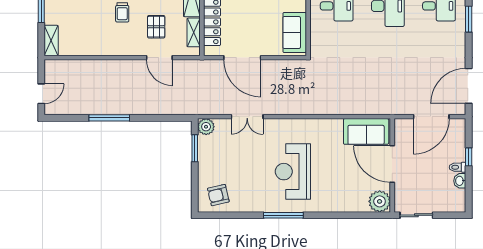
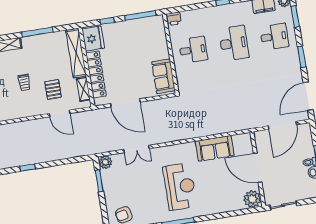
window: (469, 19) -> (302, 57), moved
window: (109, 118) -> (28, 168), width x0.46
sofa: (366, 131) -> (215, 148), moved
reception desk: (293, 172) -> (180, 187), turned 180

